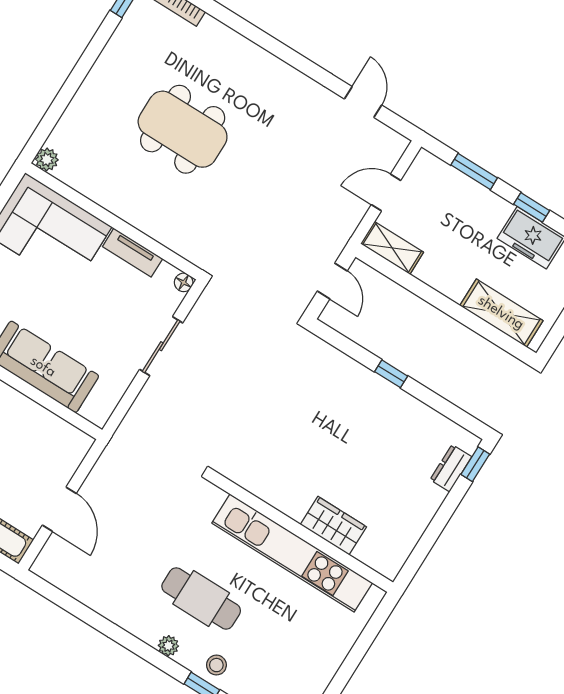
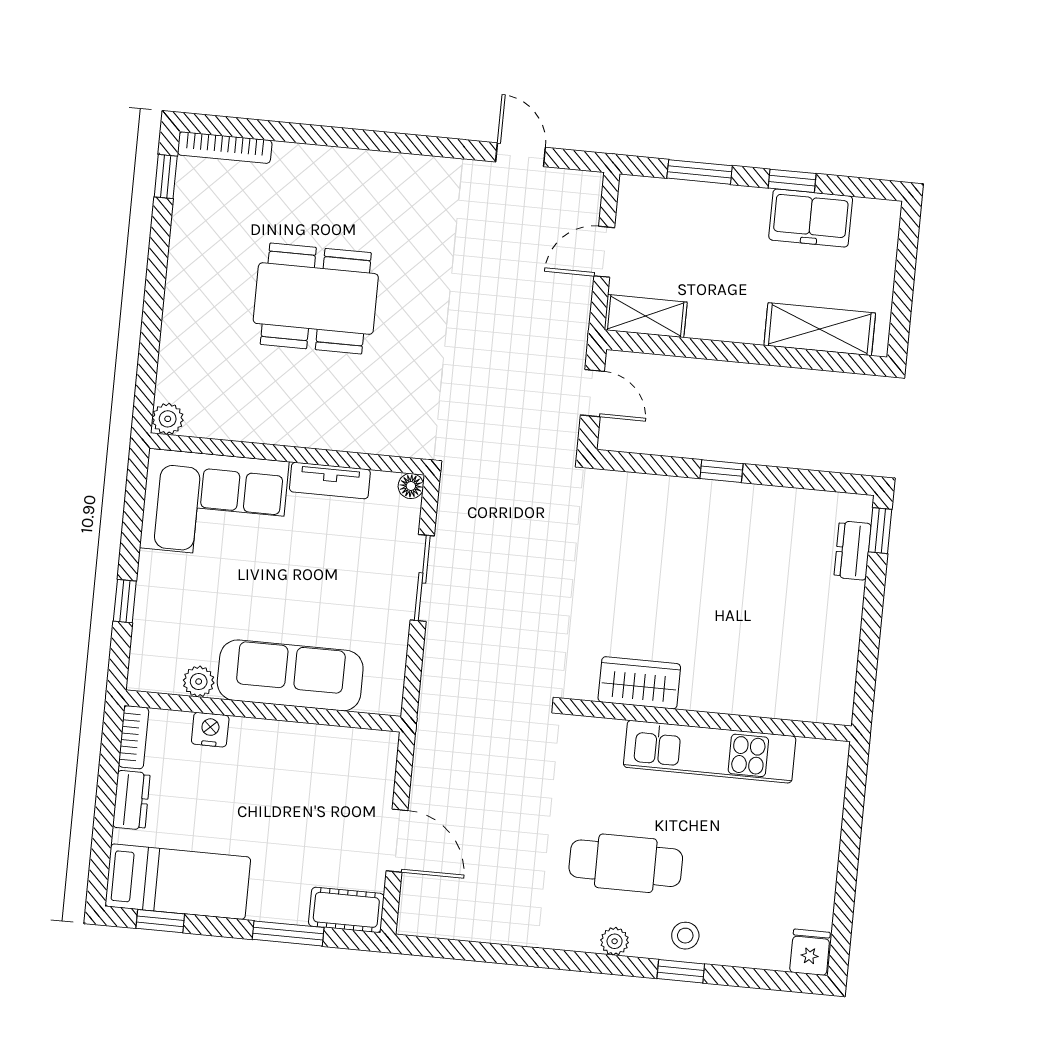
wardrobe: (333, 526) -> (639, 683), moved
kitchen unit: (292, 553) -> (710, 752), width x0.73

